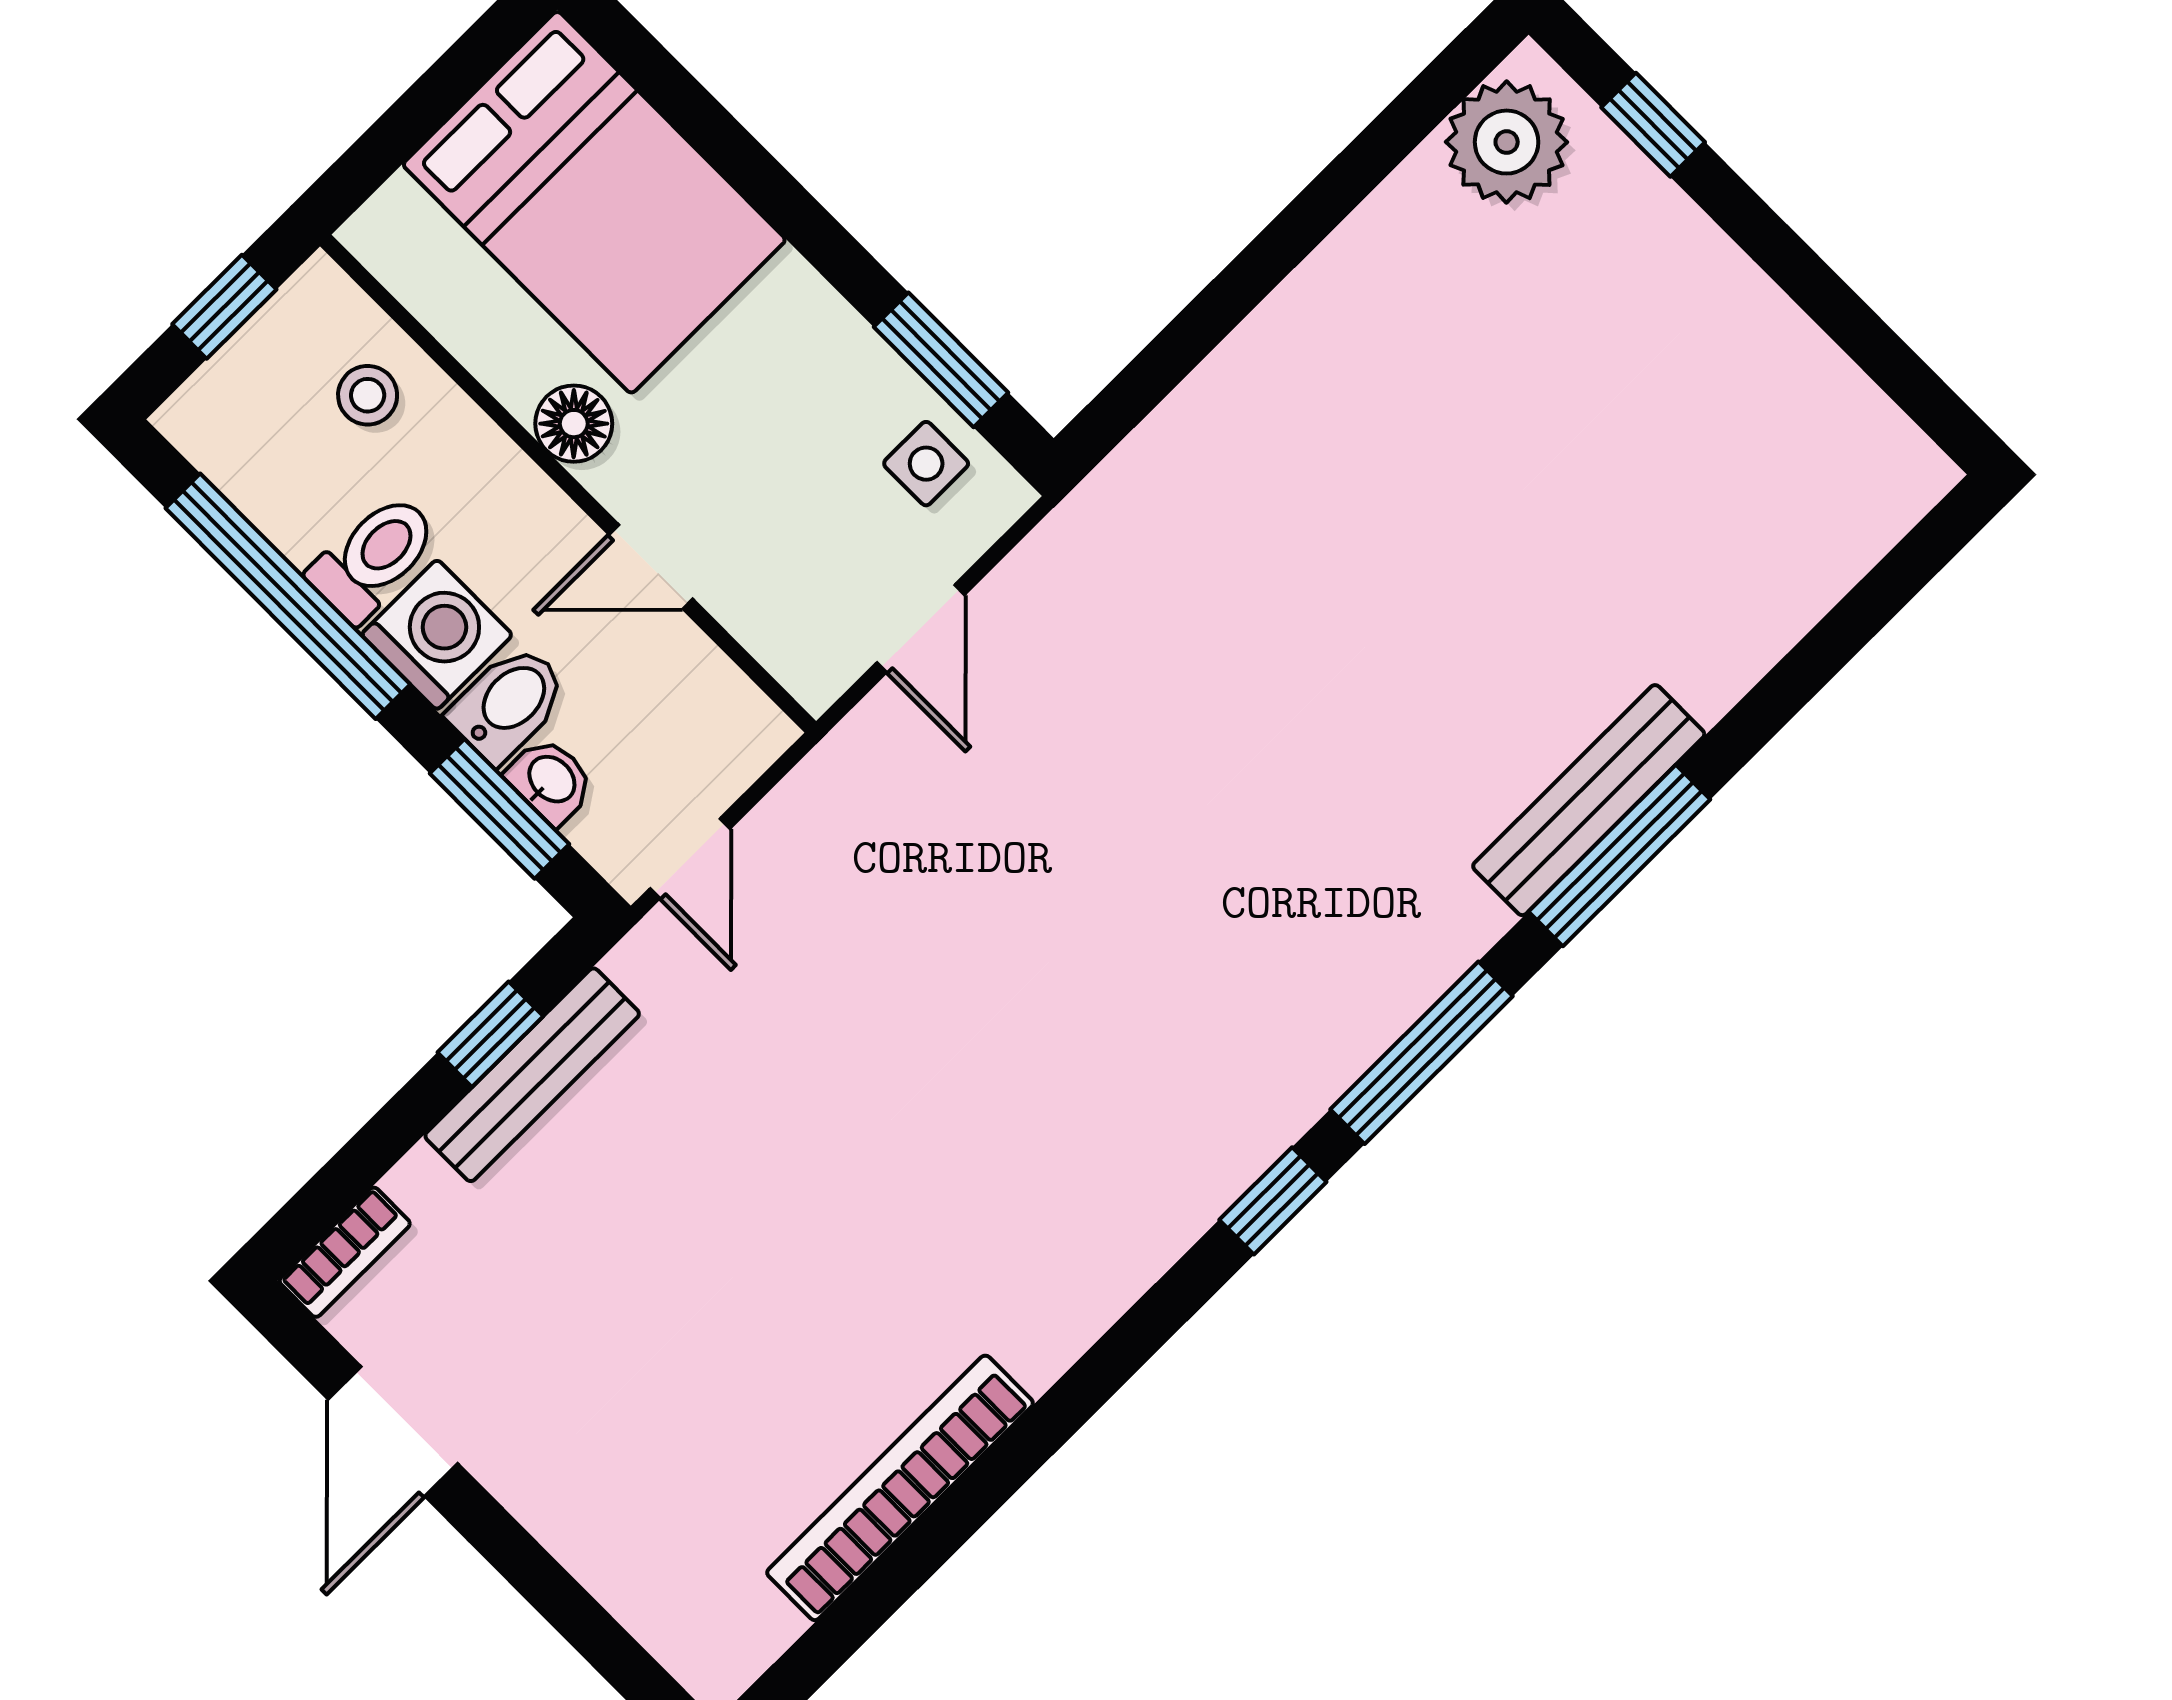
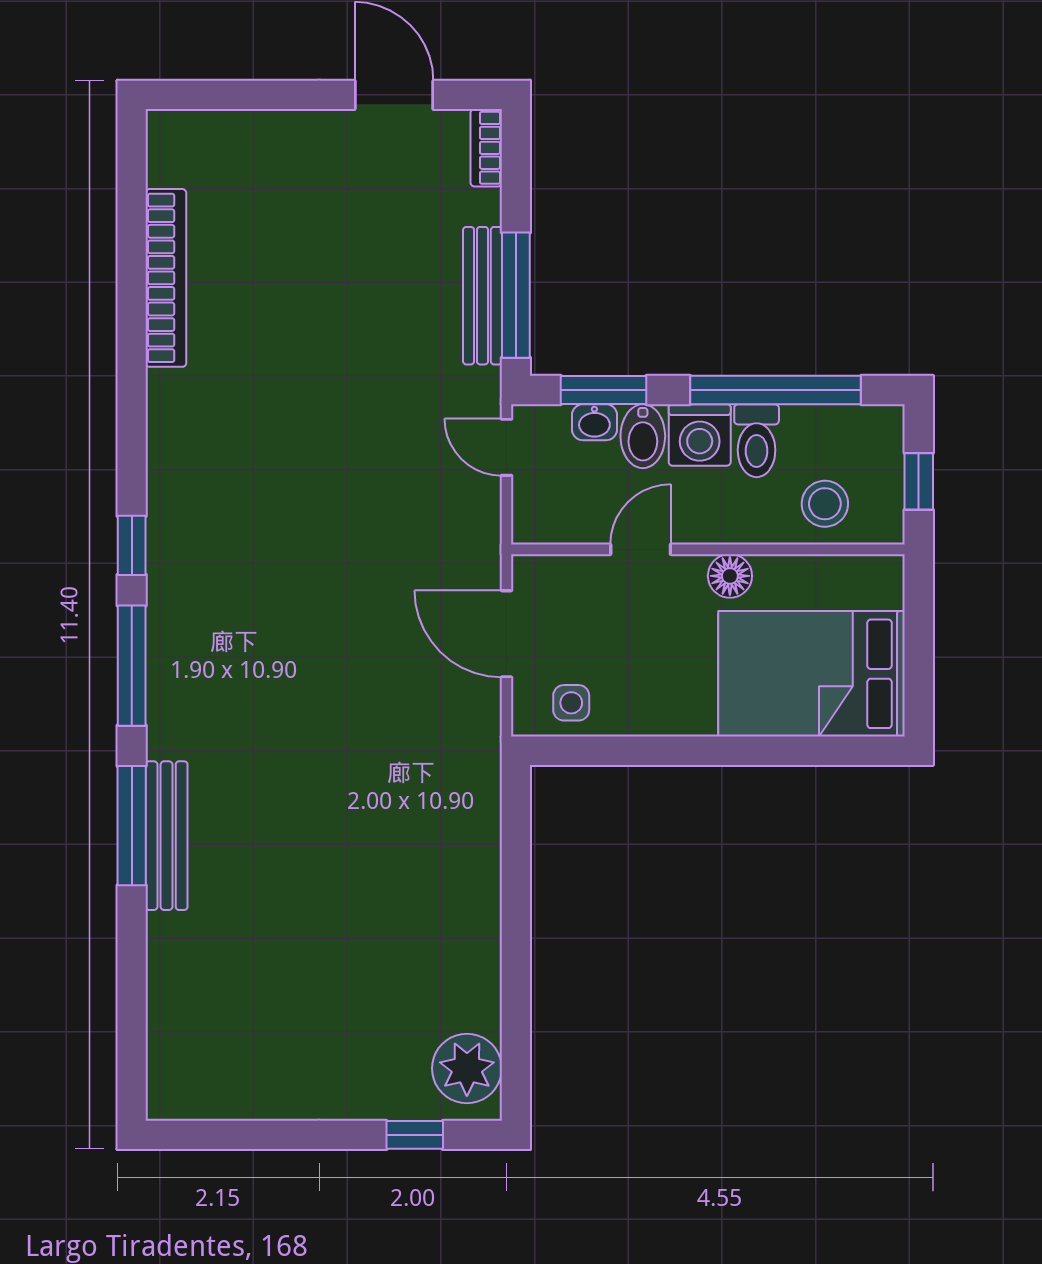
window: (941, 360) -> (607, 751), removed
stool: (368, 395) -> (825, 504), width x1.37, depth x1.37
door: (921, 629) -> (506, 634), width x1.38
window: (490, 1034) -> (516, 295), width x2.17

